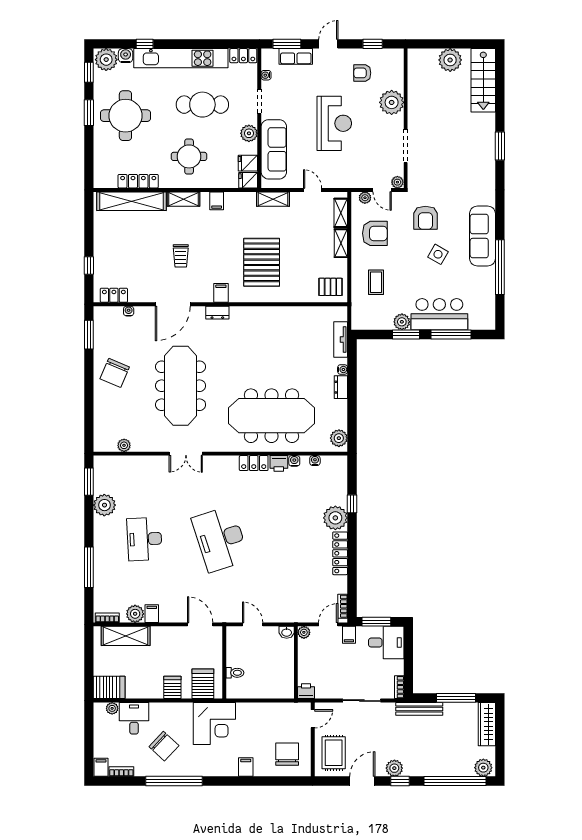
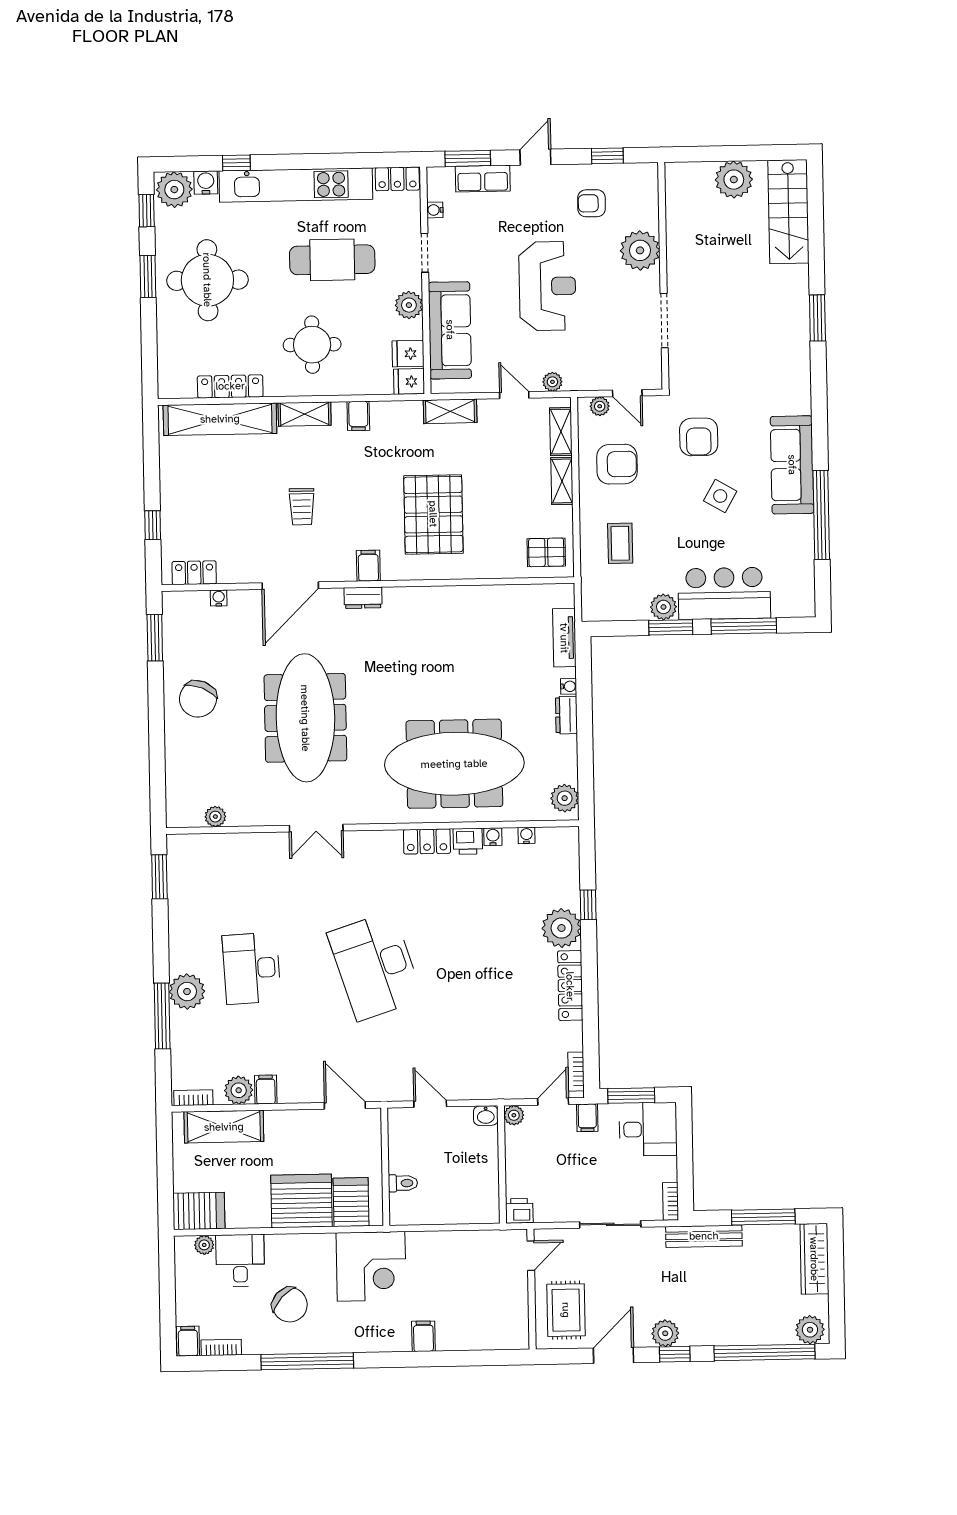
plant: (397, 182) -> (552, 382), moved
plant: (104, 505) -> (187, 992), moved
server rack: (172, 687) -> (301, 1201), width x2.18, depth x1.44
chair: (287, 754) -> (490, 1314), removed

